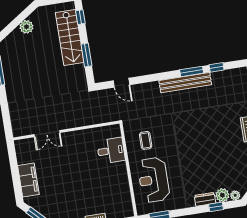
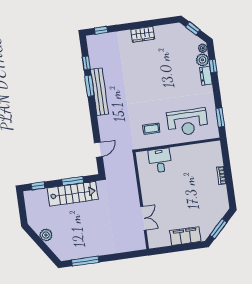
stairs: (70, 37) -> (73, 194), moved

